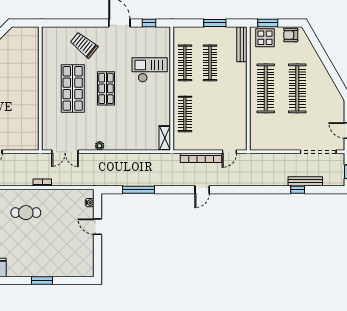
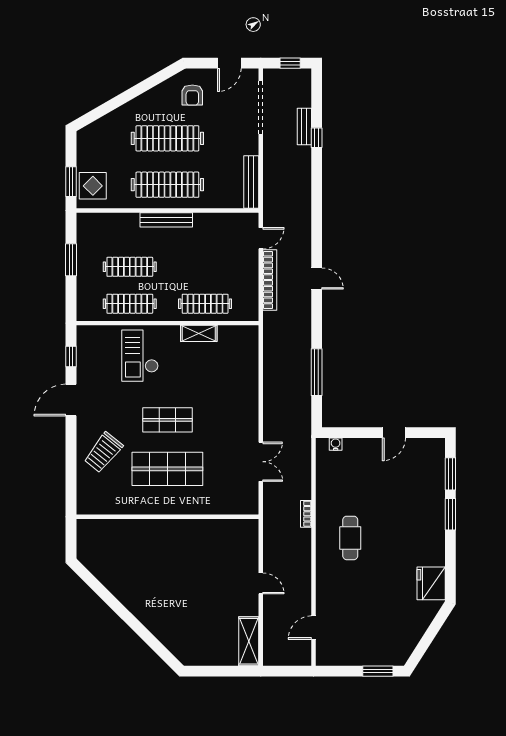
armchair: (291, 35) -> (192, 95), moved
bench: (242, 44) -> (166, 220), moved
shelving: (165, 138) -> (199, 333), moved
bench: (268, 145) -> (251, 182), added
plant: (100, 146) -> (252, 429), removed
double door: (65, 152) -> (261, 462), moved
door: (229, 152) -> (261, 238), hinge flipped
bench: (305, 181) -> (304, 126), width x0.73
door: (97, 227) -> (394, 433), moved
window: (69, 281) -> (450, 474), added

